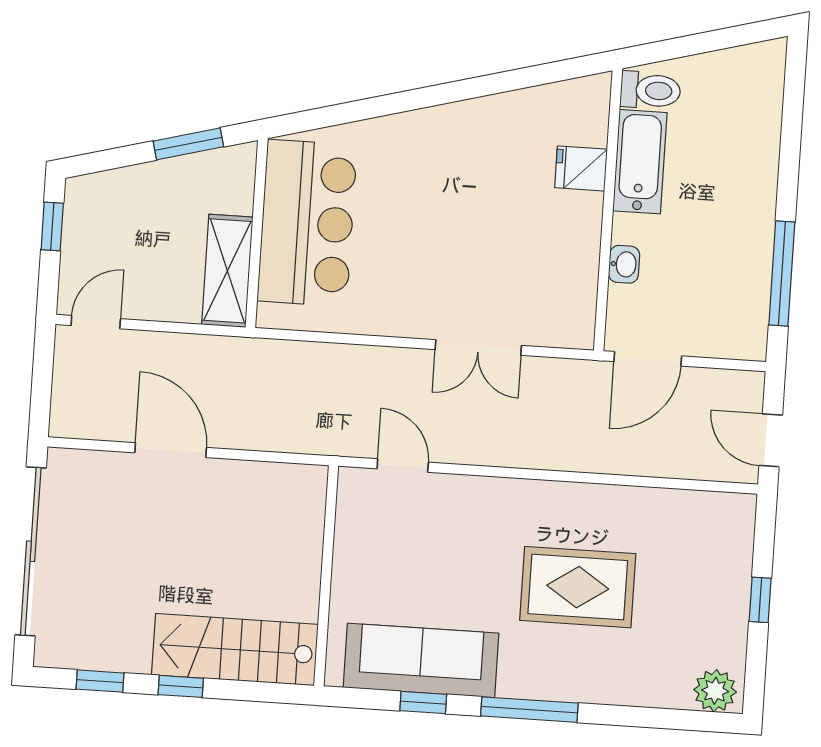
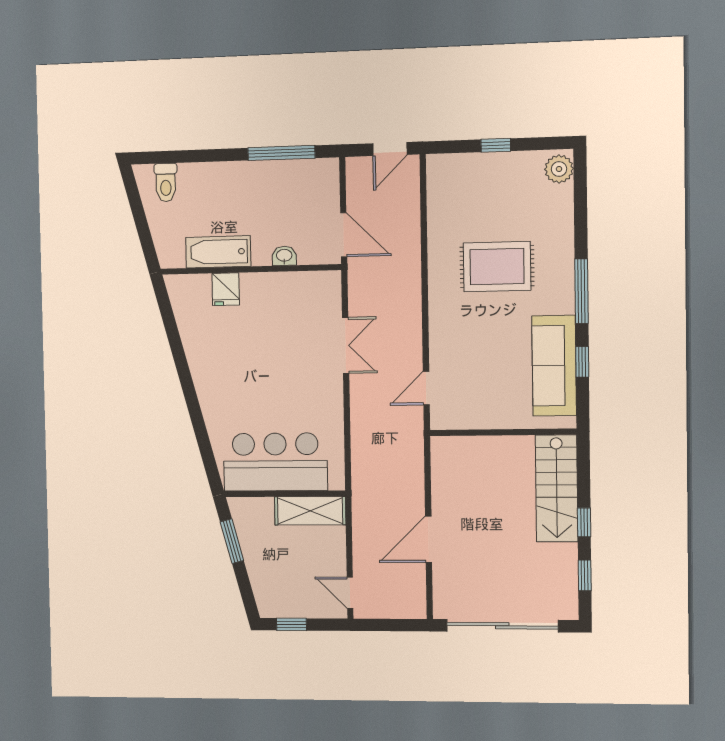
toilet: (650, 90) -> (166, 183), moved, turned 180
rug: (578, 587) -> (497, 267), turned 90

